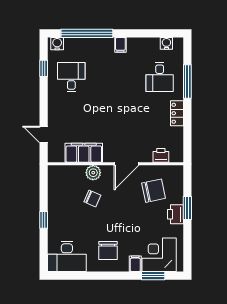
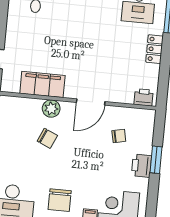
printer: (161, 155) -> (144, 97), moved
chair: (154, 191) -> (119, 136), width x0.54, depth x0.54

